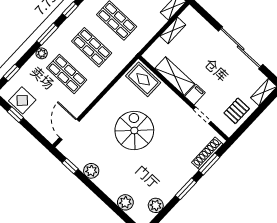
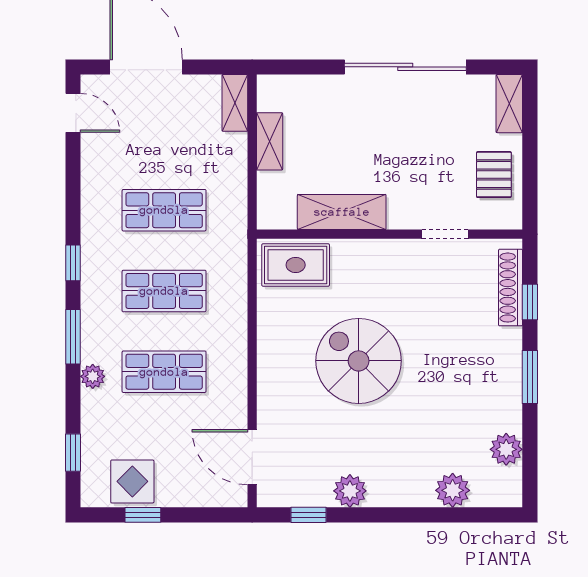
filing cabinet: (195, 95) -> (402, 211), removed
window: (209, 164) -> (530, 302), width x0.67

